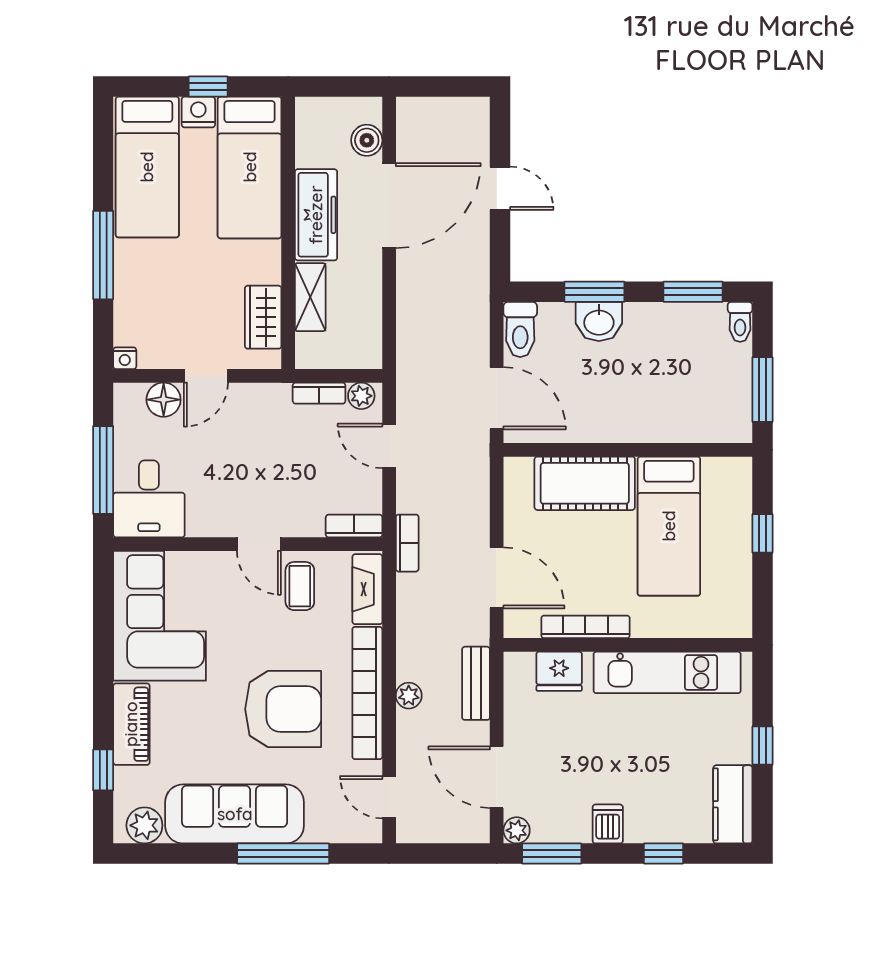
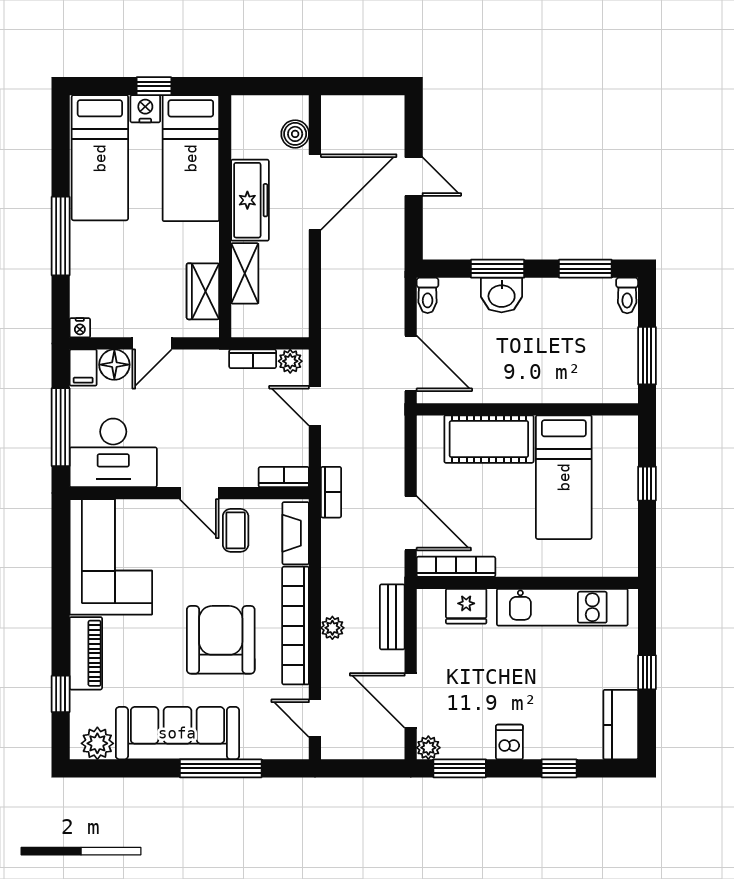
toilet: (520, 330) -> (428, 295), width x0.73, depth x0.72
filing cabinet: (128, 403) -> (83, 368), added
desk: (149, 499) -> (113, 453), width x1.37
bookcase: (585, 627) -> (456, 567), moved
armchair: (283, 709) -> (221, 640), turned -90

